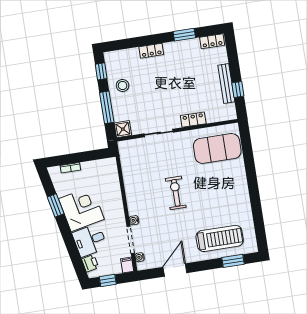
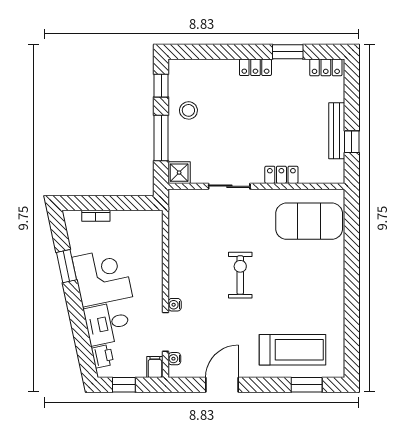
locker: (151, 51) -> (255, 67), moved

